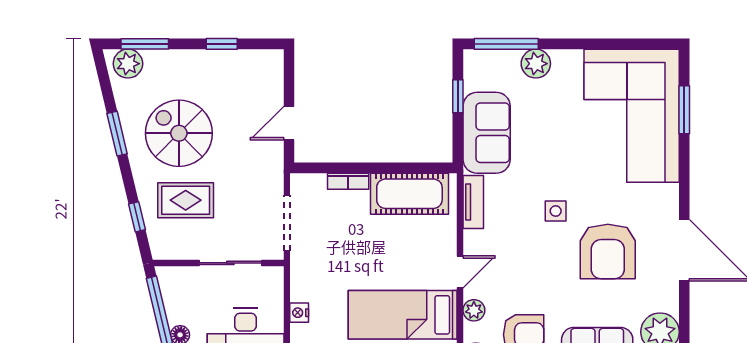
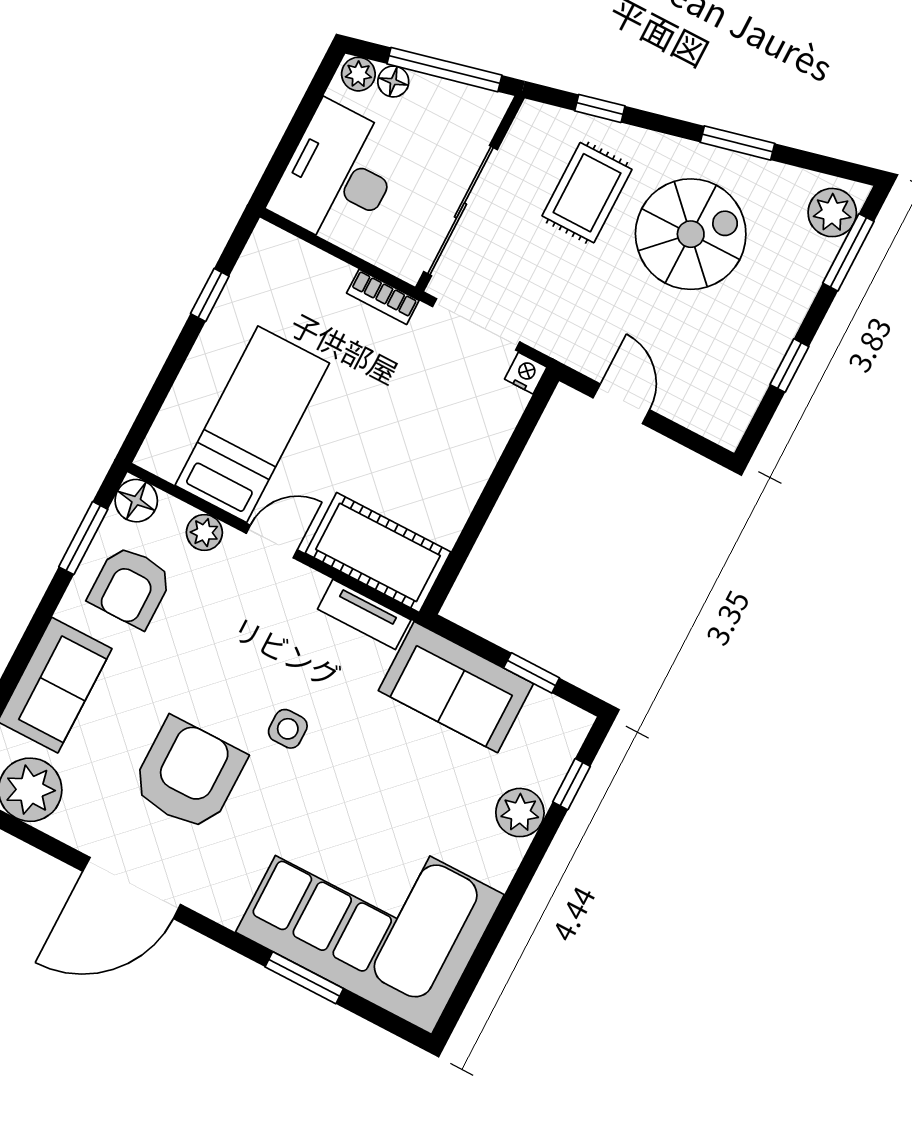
window: (506, 44) -> (572, 784), width x0.46
window: (684, 110) -> (304, 978), moved
bookcase: (348, 181) -> (383, 297), moved, turned -90
cot: (409, 194) -> (378, 552), moved, turned 90
armchair: (608, 252) -> (188, 774), turned 90
sliding door: (230, 263) -> (460, 211), width x1.37
door: (460, 272) -> (272, 542), swing flipped
nightstand: (299, 313) -> (526, 373), moved

